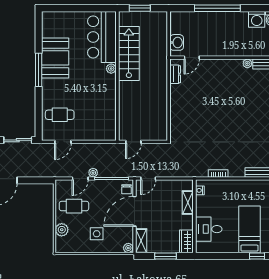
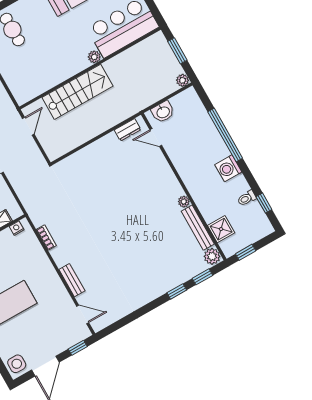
plant: (162, 16) -> (182, 80), added
washing machine: (257, 19) -> (228, 168), moved
stairs: (129, 54) -> (77, 92), moved
door: (133, 142) -> (28, 126), swing flipped

